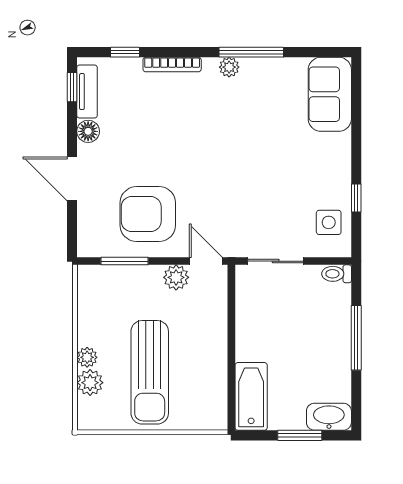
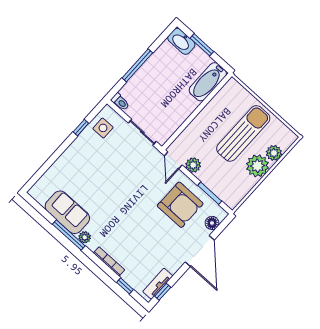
sofa: (330, 94) -> (67, 212), moved, turned -90
floor lamp: (88, 131) -> (212, 223), moved
door: (72, 179) -> (200, 251), width x1.36
plant: (87, 357) -> (257, 166), width x1.88, depth x1.88

